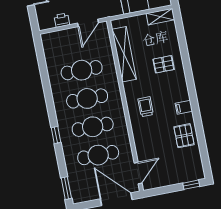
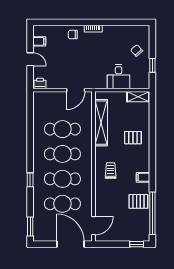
printer: (62, 20) -> (40, 83), moved
pallet: (184, 136) -> (138, 201), turned 90
window: (202, 146) -> (152, 213), added

